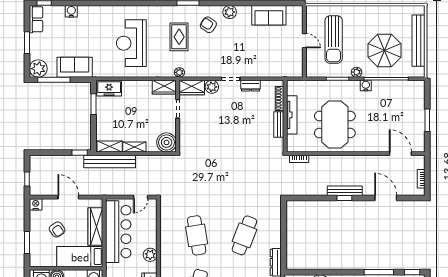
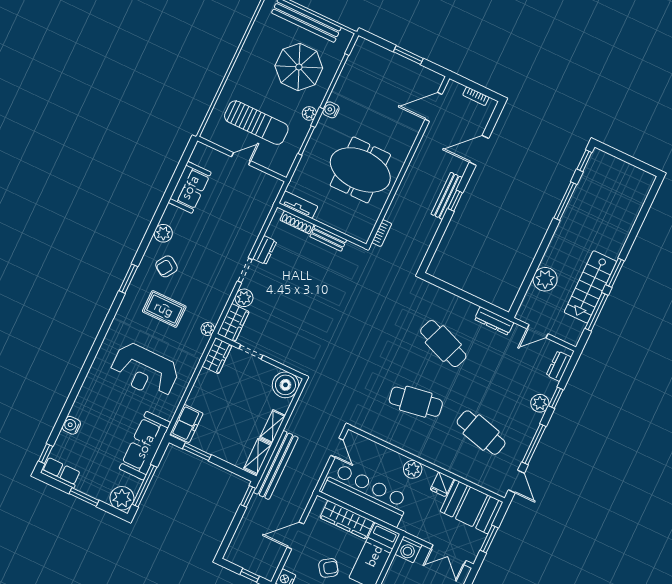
sofa: (75, 67) -> (145, 446), width x1.36
tv unit: (292, 115) -> (298, 205), moved, width x0.71

